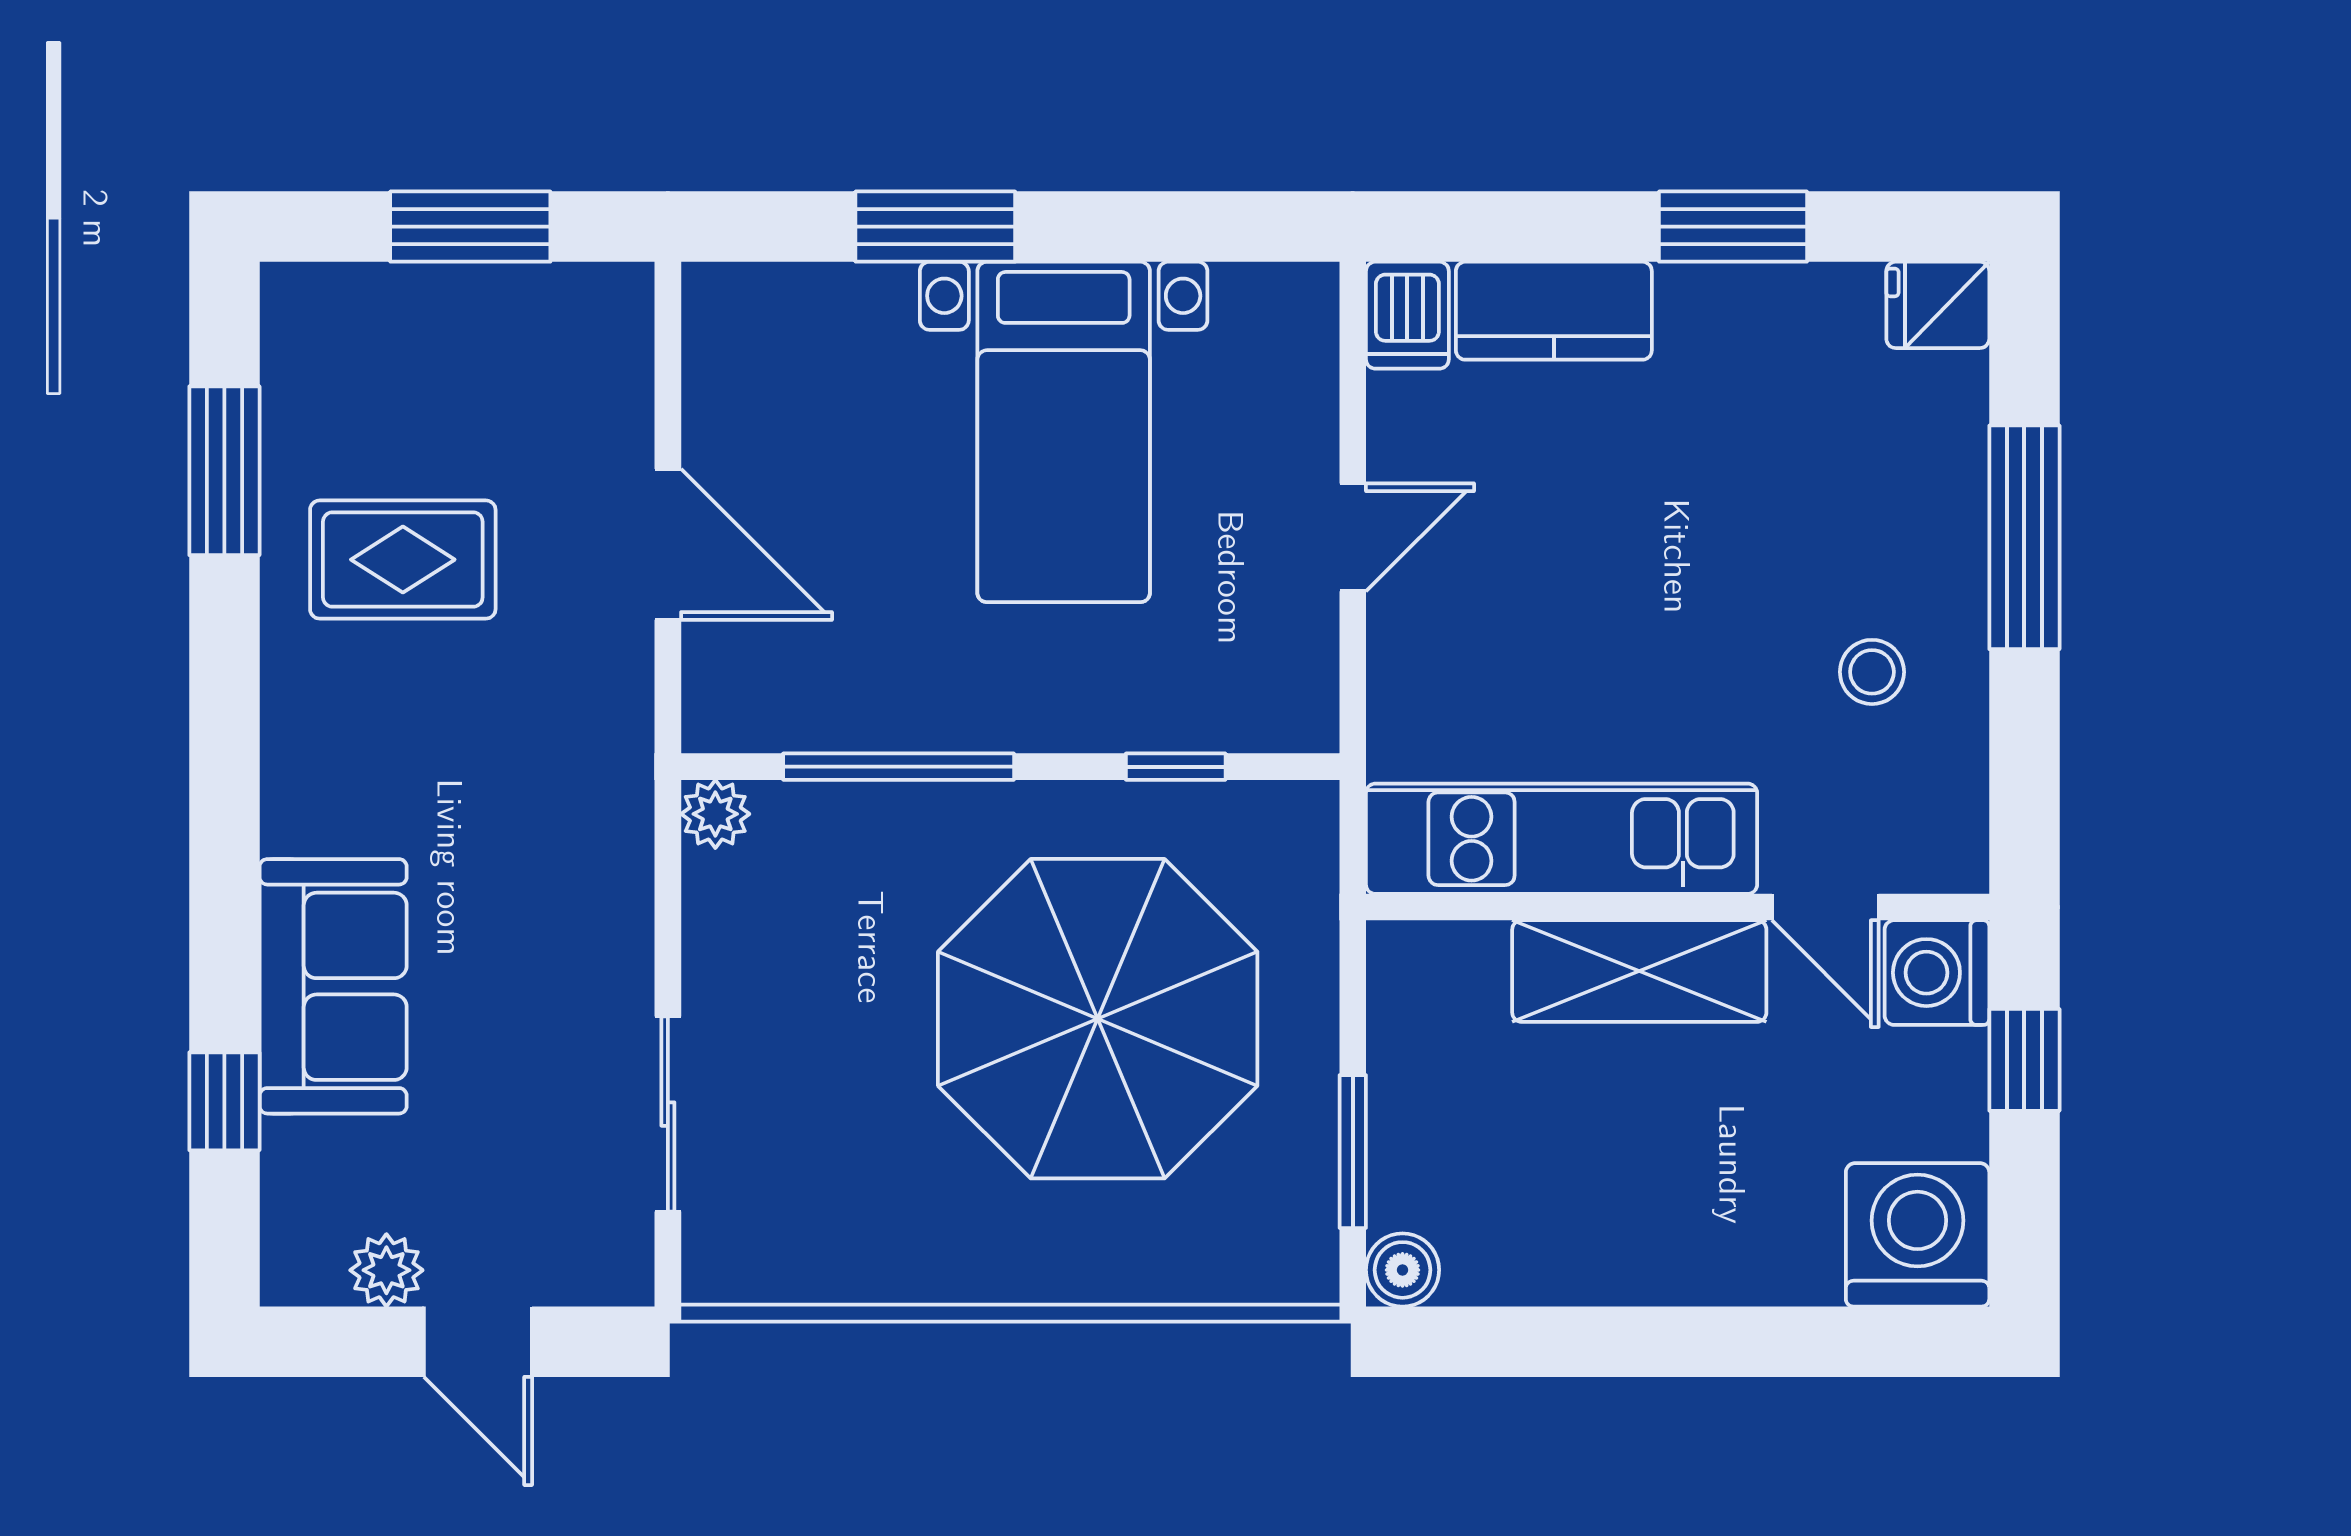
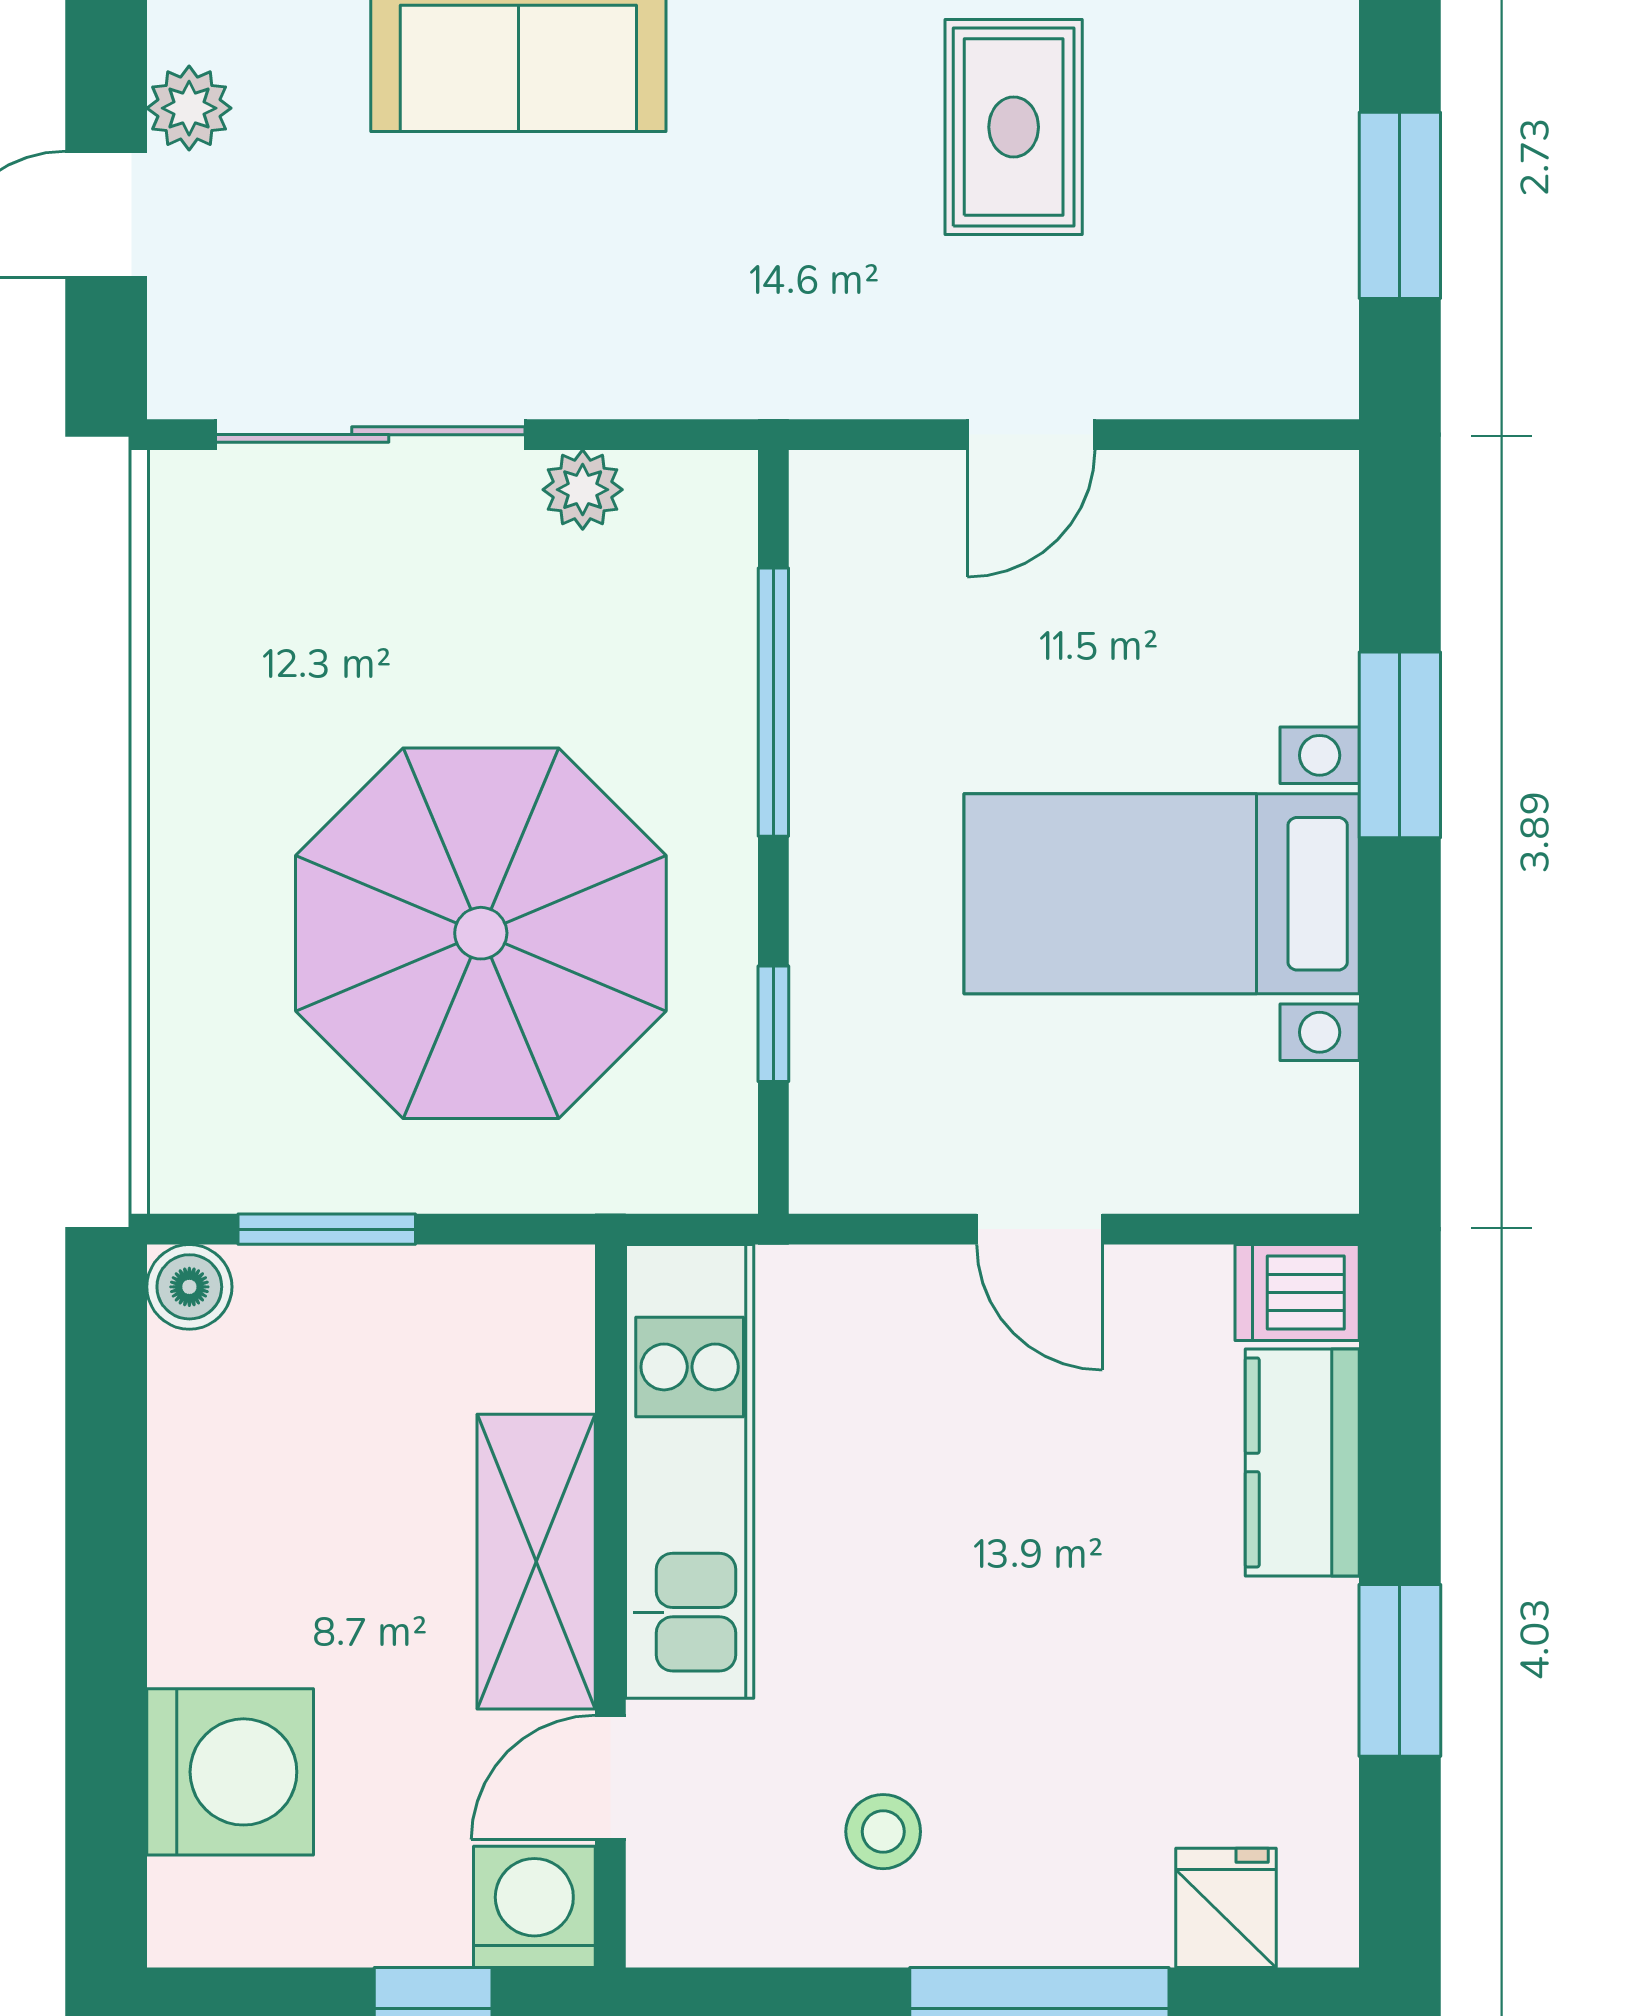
fridge: (1938, 305) -> (1226, 1908), moved
door: (668, 544) -> (1031, 435), width x0.73
plant: (715, 814) -> (583, 490), moved
sliding door: (668, 1114) -> (370, 435), width x1.37
washing machine: (1918, 1235) -> (230, 1772), moved

